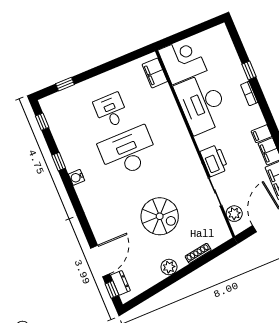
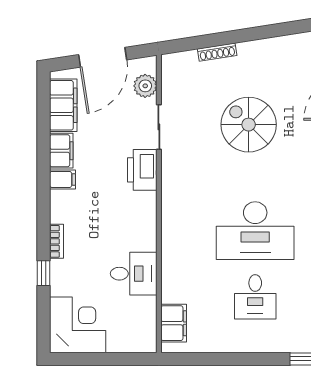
corner desk: (182, 60) -> (78, 325), moved, turned 180
desk: (202, 103) -> (134, 274), width x0.53, depth x0.77
plant: (169, 267) -> (265, 50), removed

